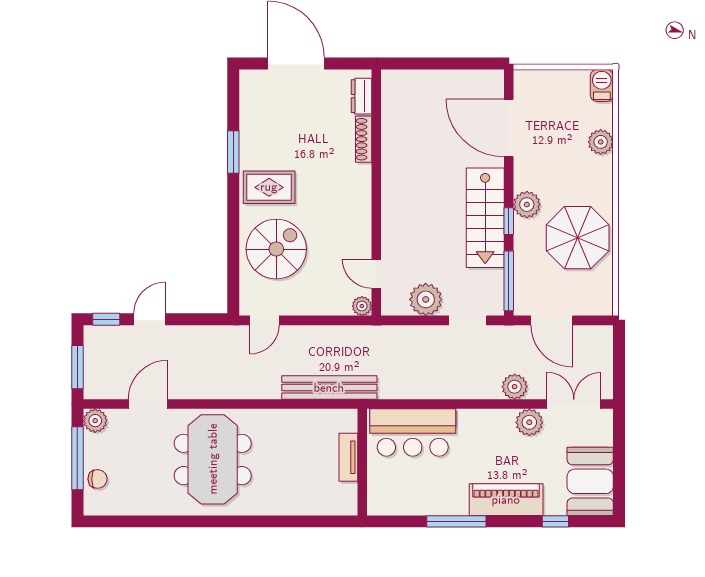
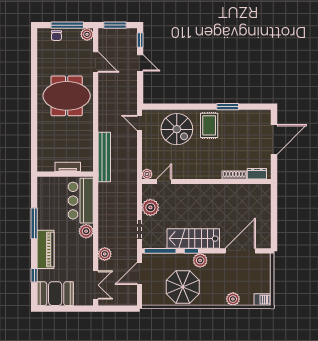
plant: (529, 422) -> (86, 231), moved

